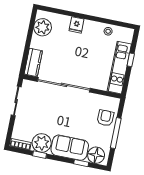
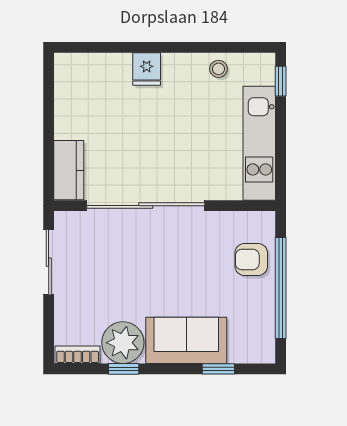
plant: (43, 27) -> (73, 89), removed
window: (131, 60) -> (281, 81), moved
armchair: (105, 118) -> (251, 260), turned -90
window: (116, 133) -> (281, 288), width x1.46
floor lamp: (96, 155) -> (247, 345), removed

